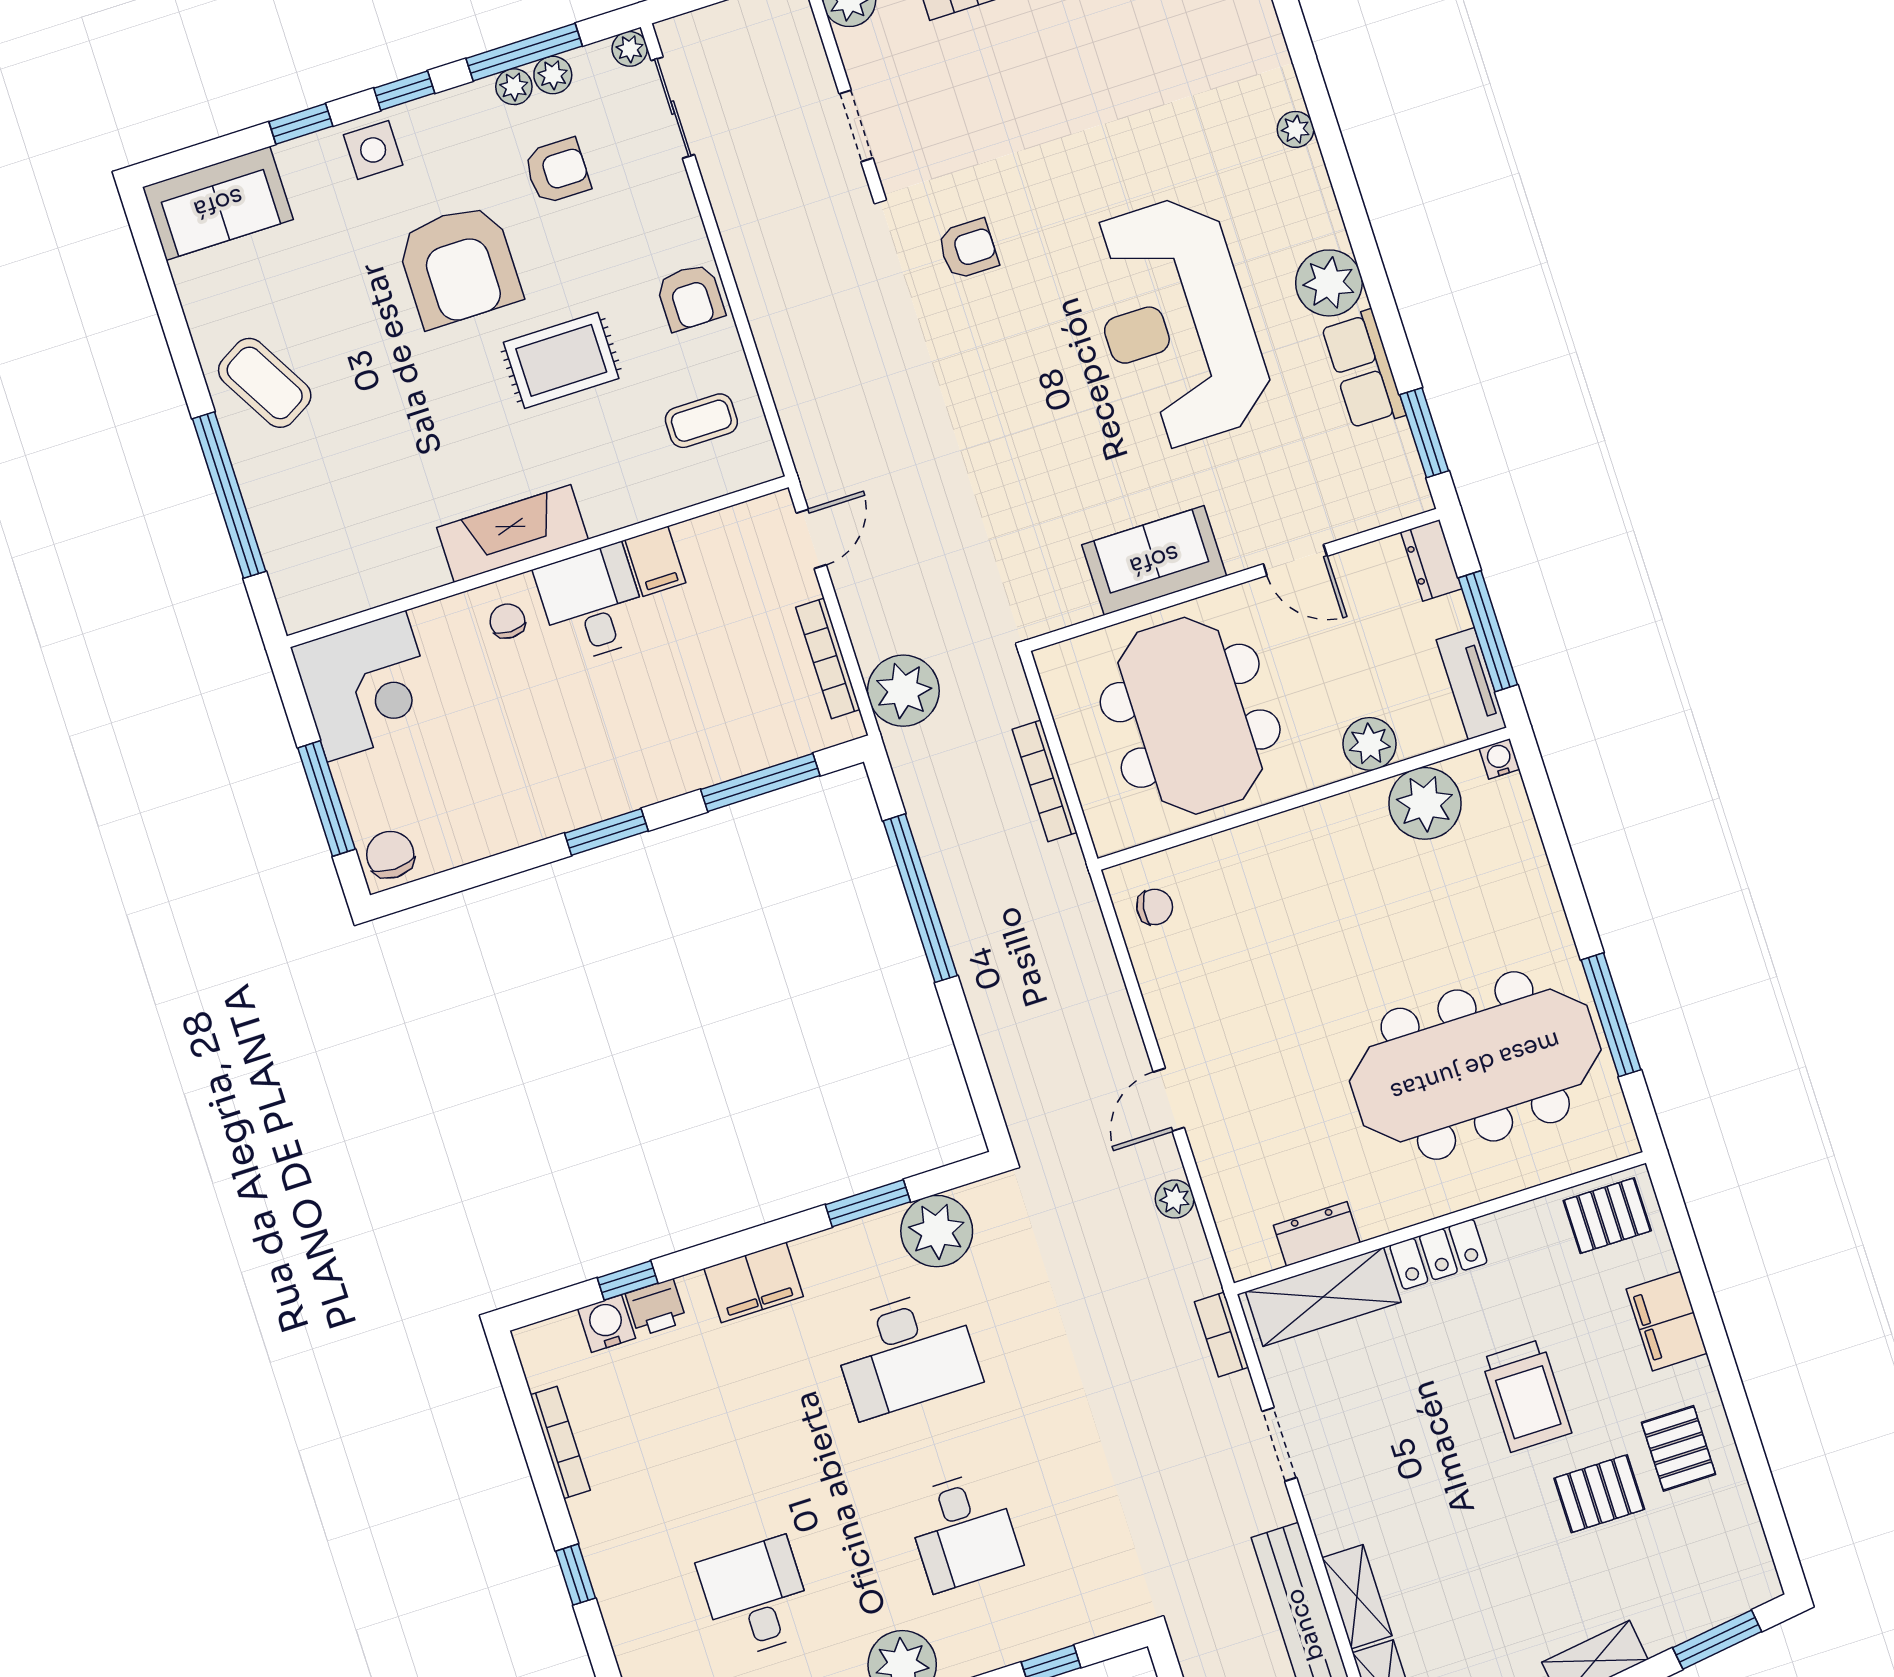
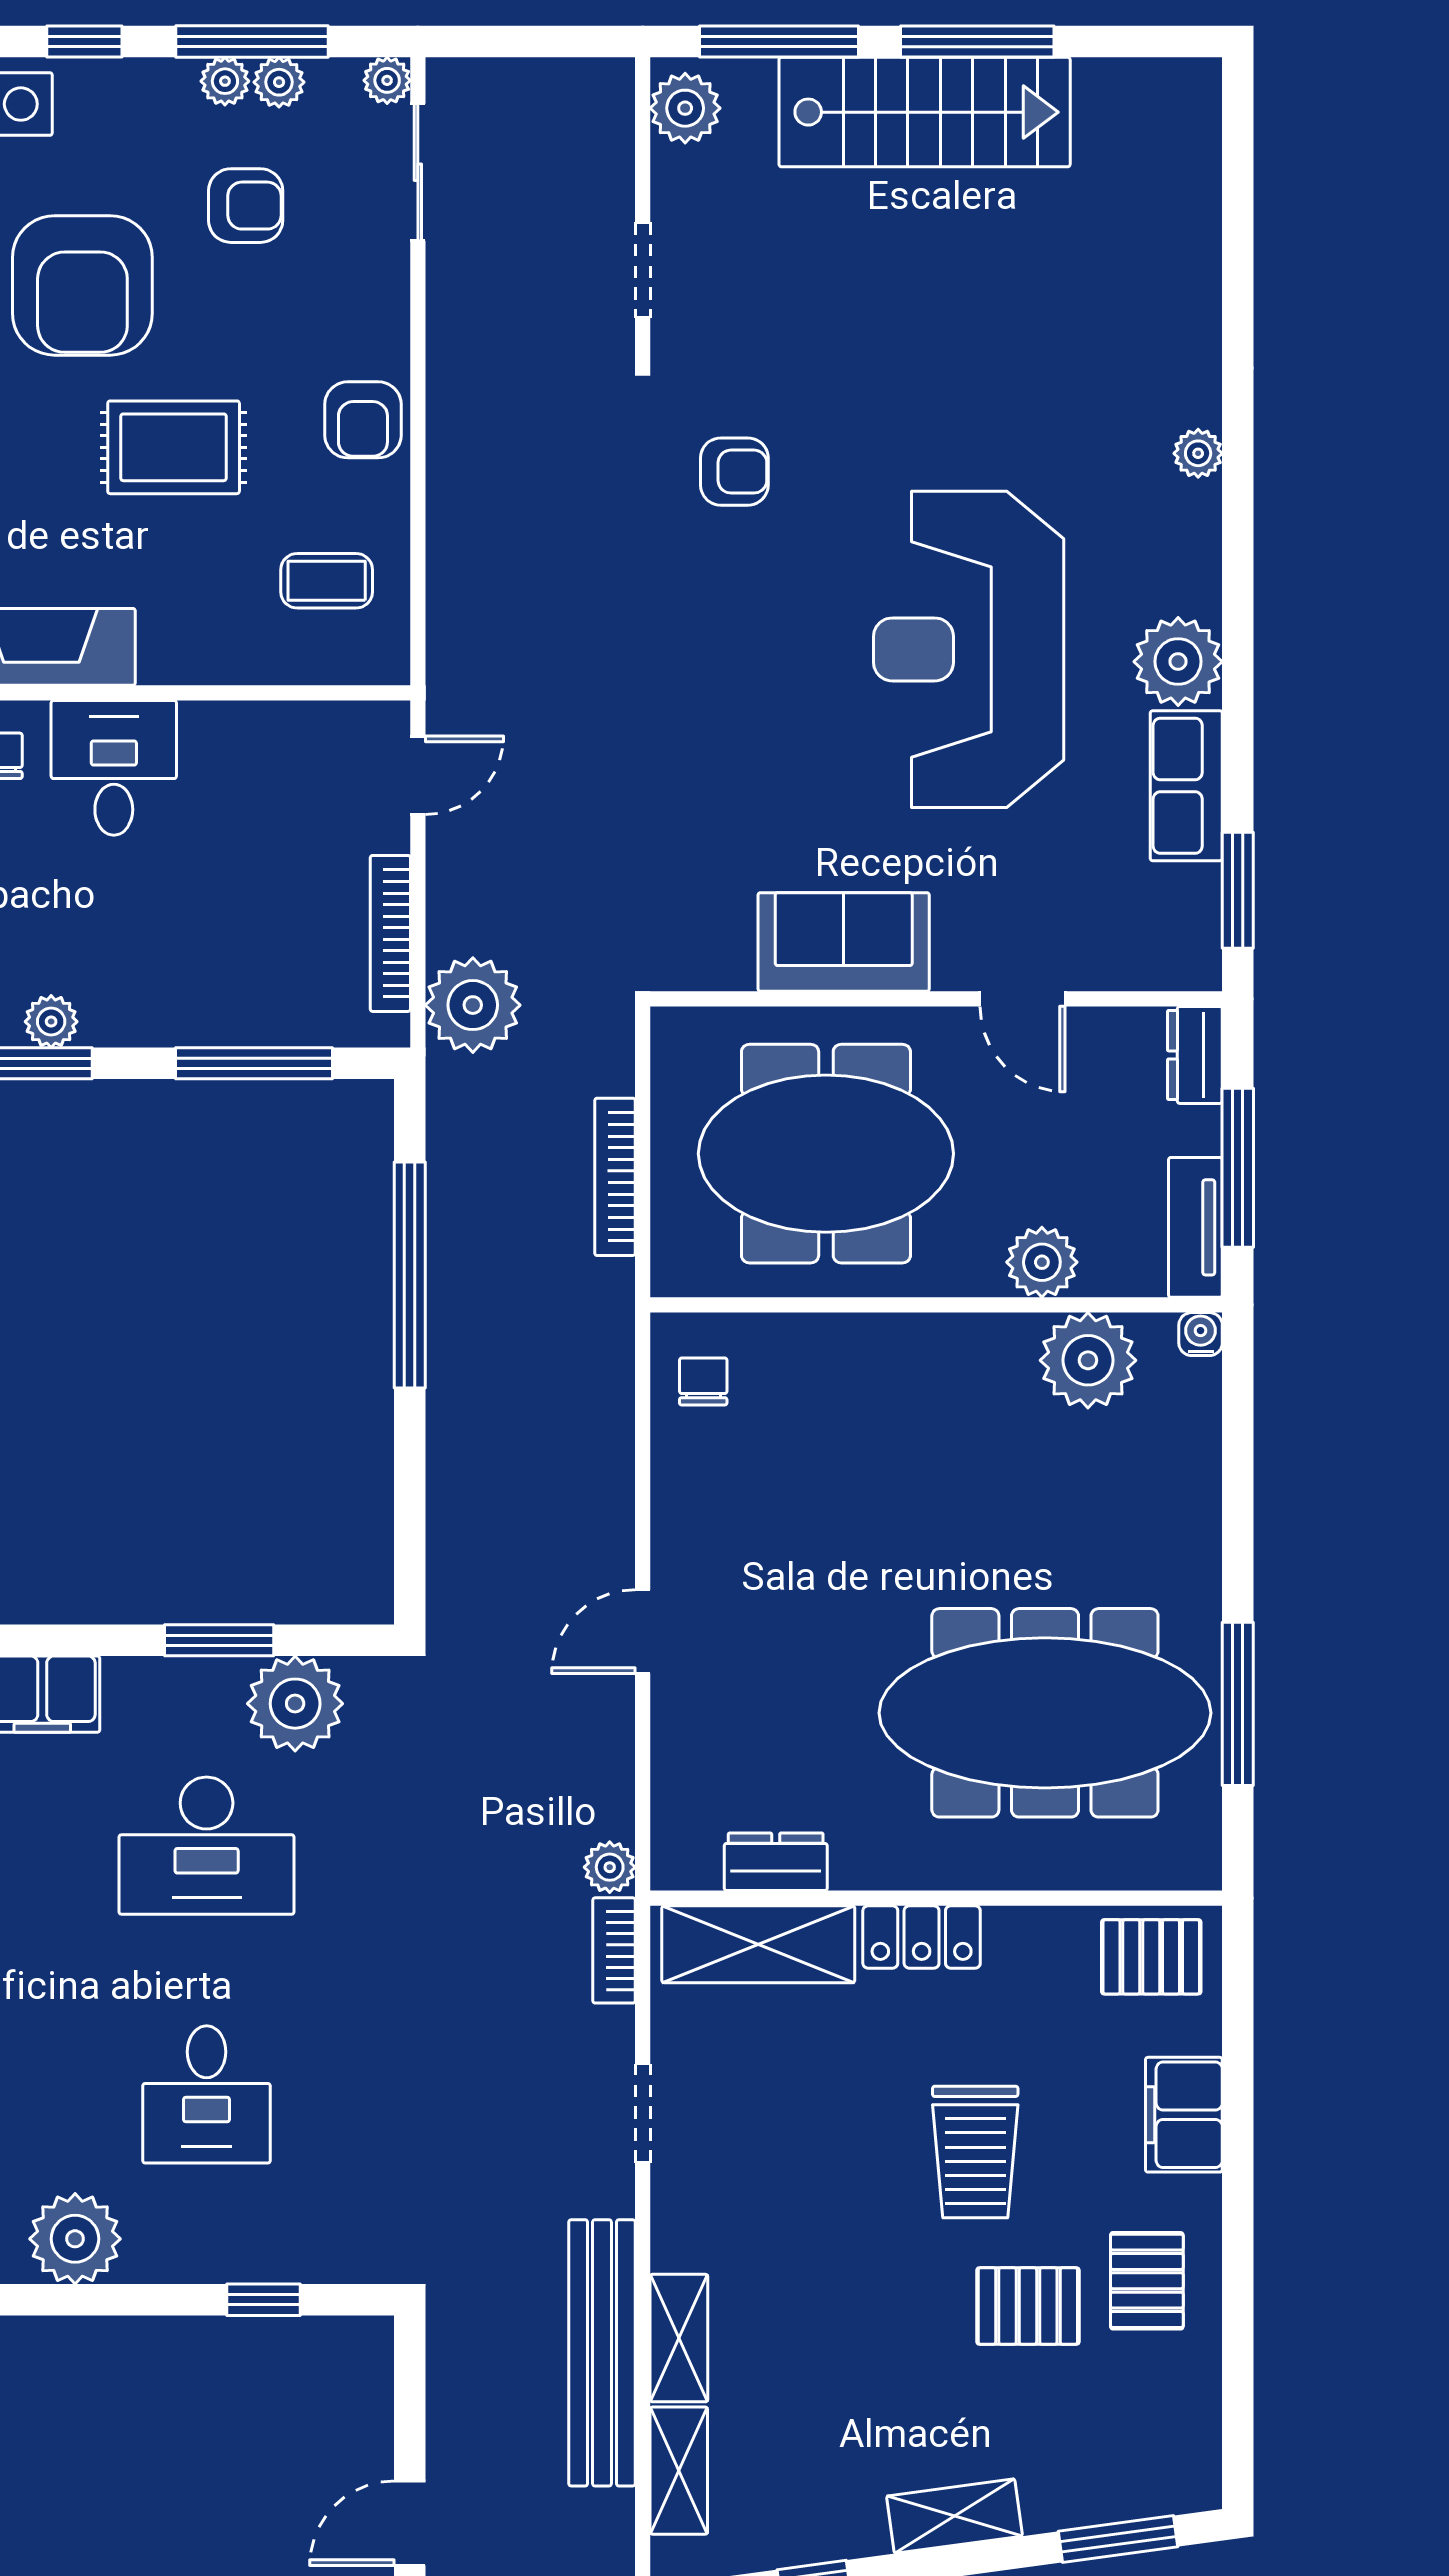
filing cabinet: (655, 561) -> (211, 740), removed
meeting table: (1190, 716) -> (826, 1154), turned 90
plant: (606, 799) -> (51, 1022), added
chair: (1155, 907) -> (703, 1381), turned -99
plant: (1175, 1199) -> (610, 1867), moved

